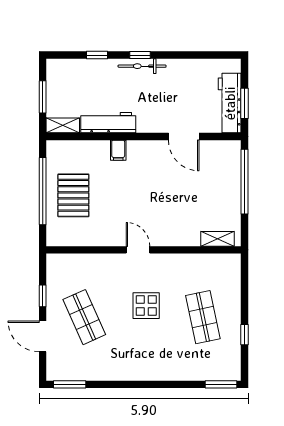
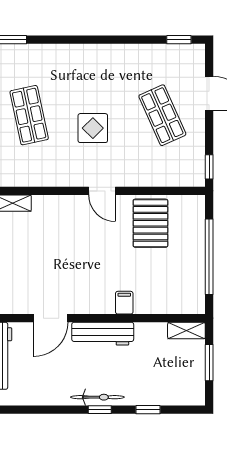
workbench: (108, 123) -> (103, 334), moved
door: (184, 136) -> (51, 318), swing flipped
pallet: (73, 195) -> (150, 223), moved
window: (43, 296) -> (209, 167), moved
window: (70, 384) -> (179, 40), width x0.67

